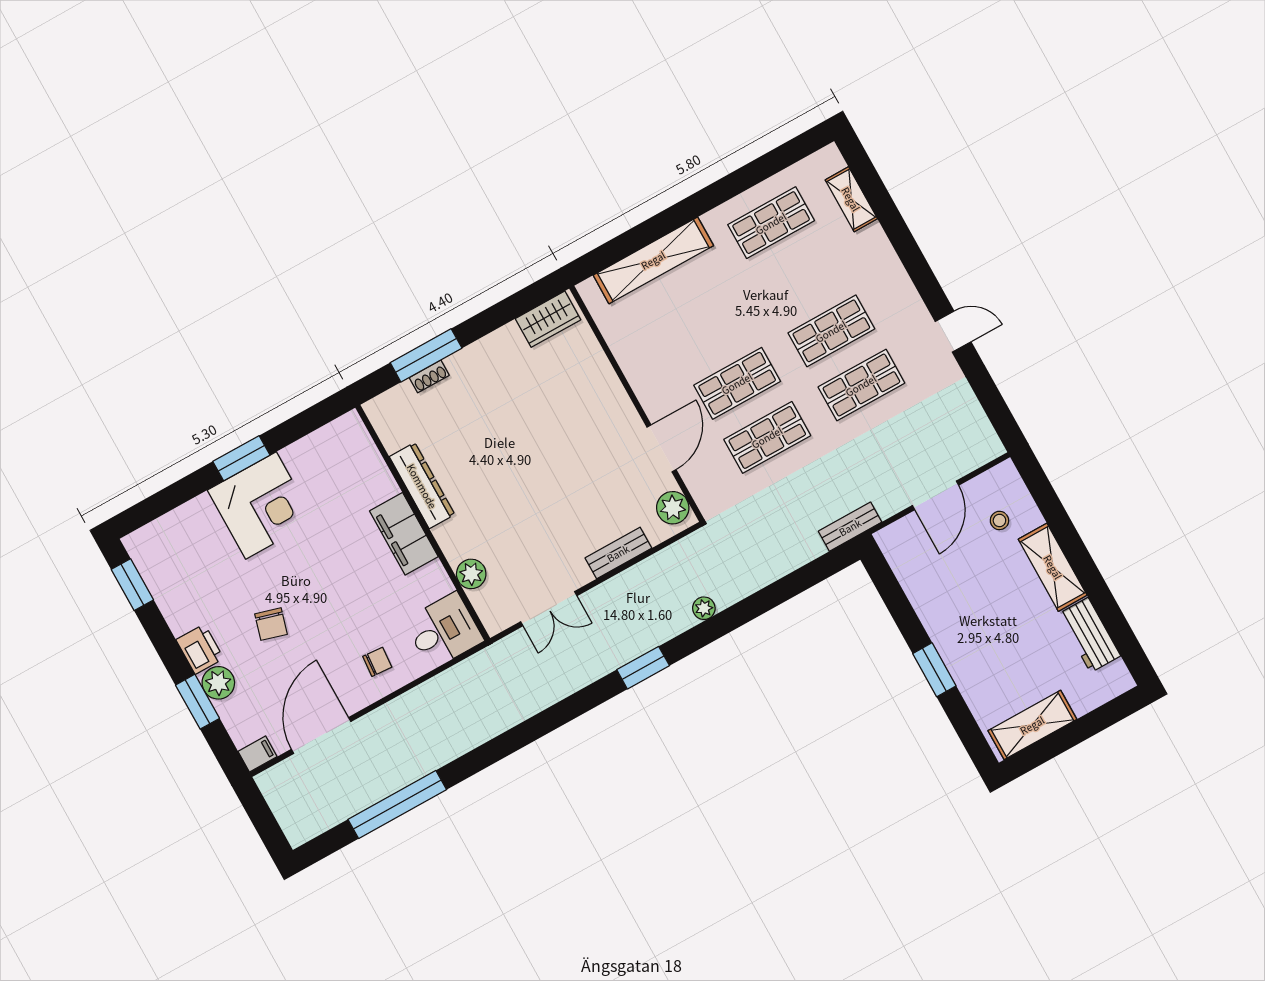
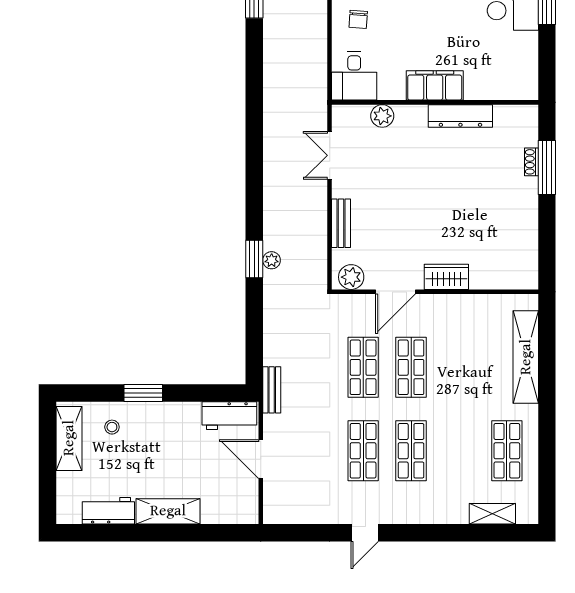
wardrobe: (548, 319) -> (446, 277), moved, turned 90
door: (662, 448) -> (395, 292), hinge flipped
stool: (999, 520) -> (112, 427), moved
workbench: (906, 558) -> (229, 416), added
window: (643, 668) -> (254, 259), moved

